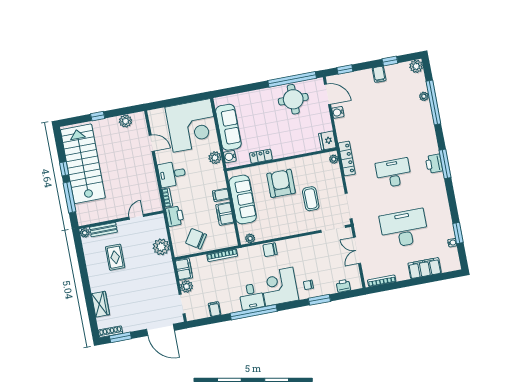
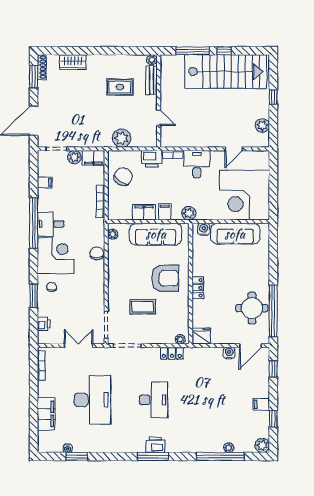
locker: (261, 156) -> (198, 288), moved
plant: (215, 158) -> (189, 213), moved
locker: (347, 159) -> (172, 353), width x0.66

